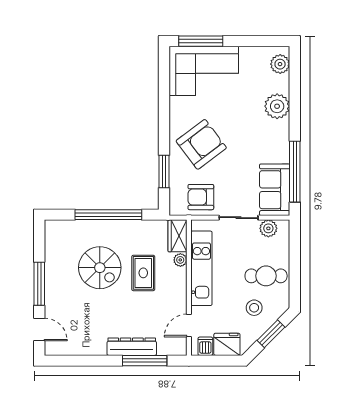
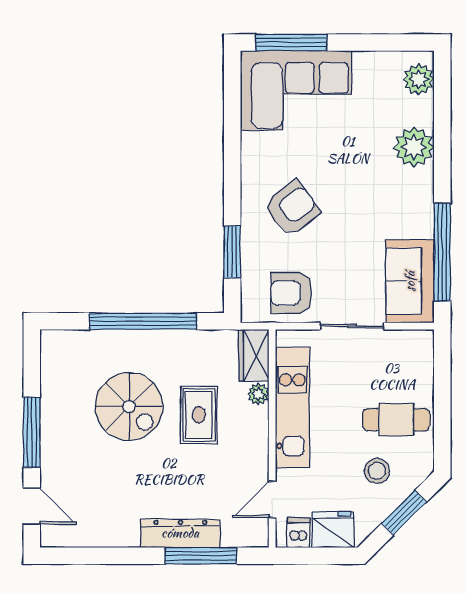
armchair: (201, 144) -> (292, 208), width x0.73, depth x0.73
plant: (268, 228) -> (400, 343), removed

